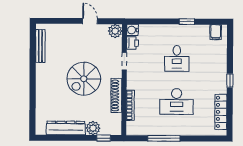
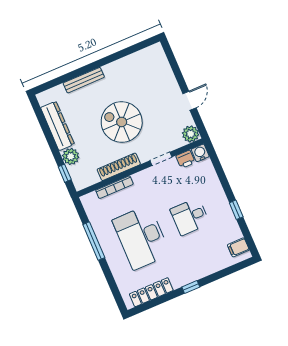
bench: (40, 46) -> (84, 80), moved
desk: (177, 102) -> (141, 237), width x1.36, depth x1.30

